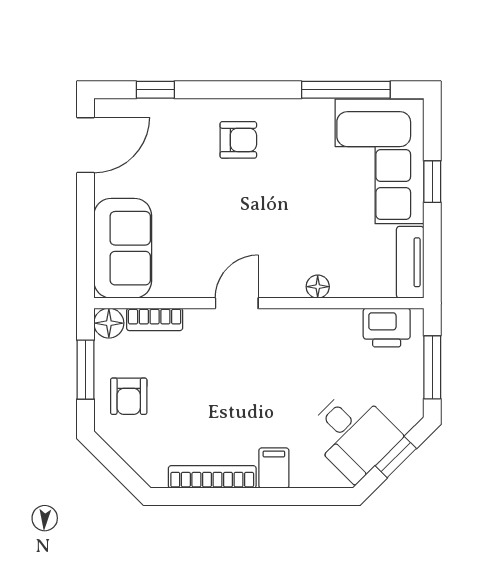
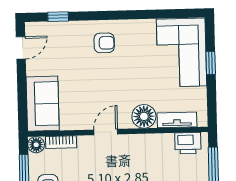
window: (346, 90) -> (162, 14), removed
door: (86, 145) -> (21, 48), width x0.73
tv unit: (410, 262) -> (177, 120), moved, turned 90
floor lamp: (318, 287) -> (144, 116), width x1.89, depth x1.89

